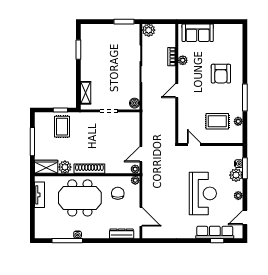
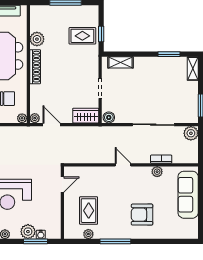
shelving: (91, 28) -> (193, 69), added
sofa: (198, 33) -> (188, 195), width x1.36
wardrobe: (46, 167) -> (86, 116), moved, turned -90

